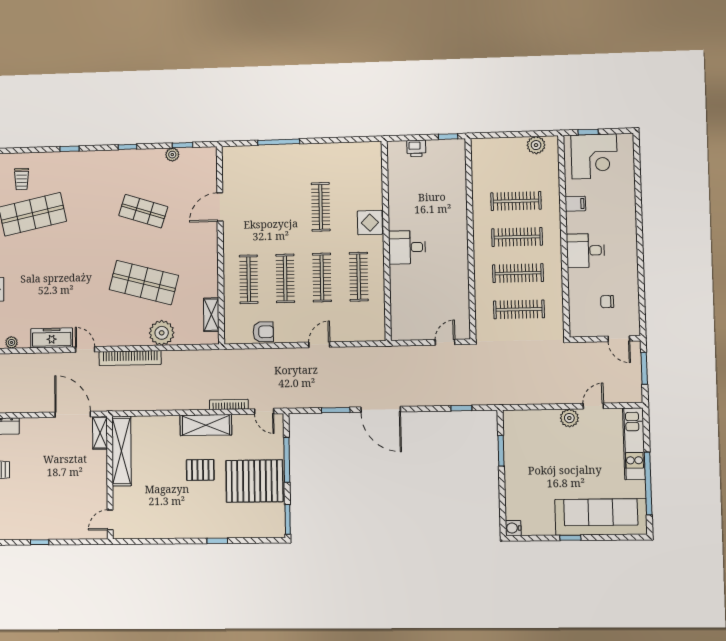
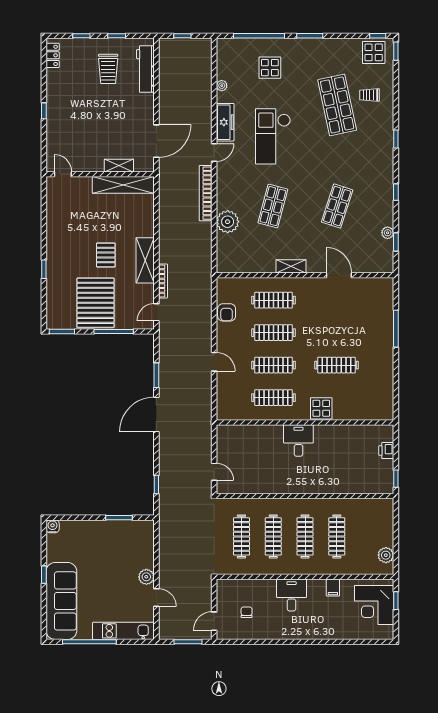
shop shelf: (144, 283) -> (273, 206), width x0.70, depth x0.74
checkout: (67, 284) -> (273, 136), added
shelving: (211, 315) -> (291, 266), moved
shelving: (100, 433) -> (119, 166), moved

